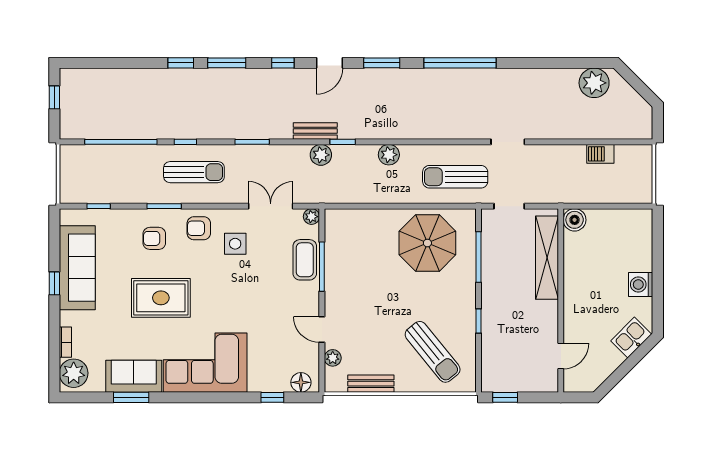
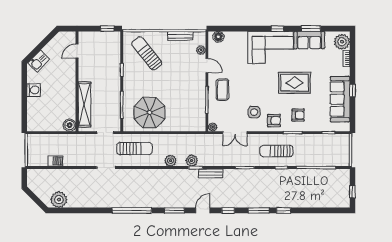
plant: (321, 155) -> (192, 160), moved
coffee table: (305, 260) -> (222, 90), moved
window: (272, 397) -> (277, 29), moved

